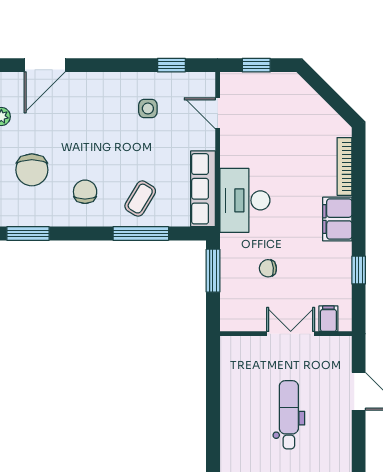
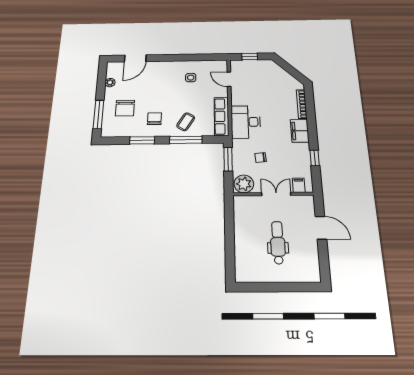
window: (171, 65) -> (204, 57), removed
window: (28, 234) -> (142, 140), moved
plant: (238, 315) -> (244, 184), added

